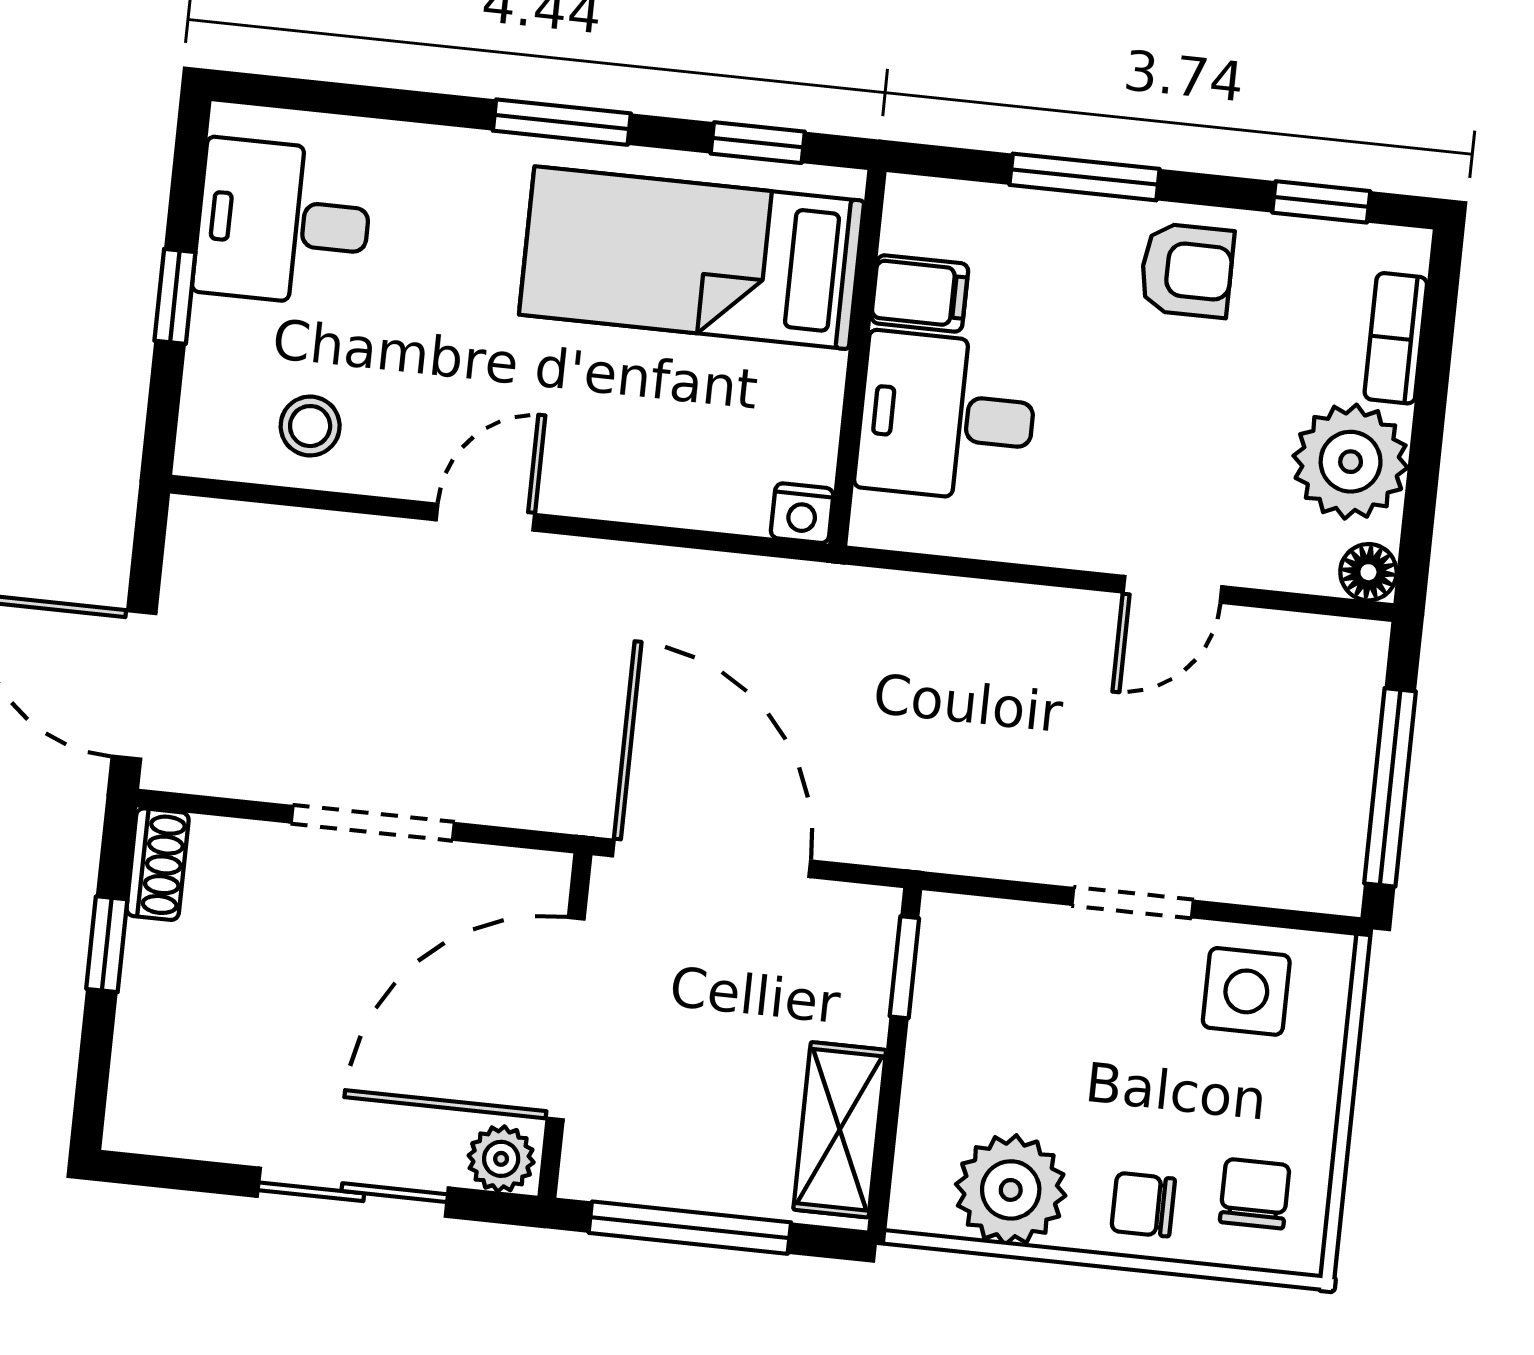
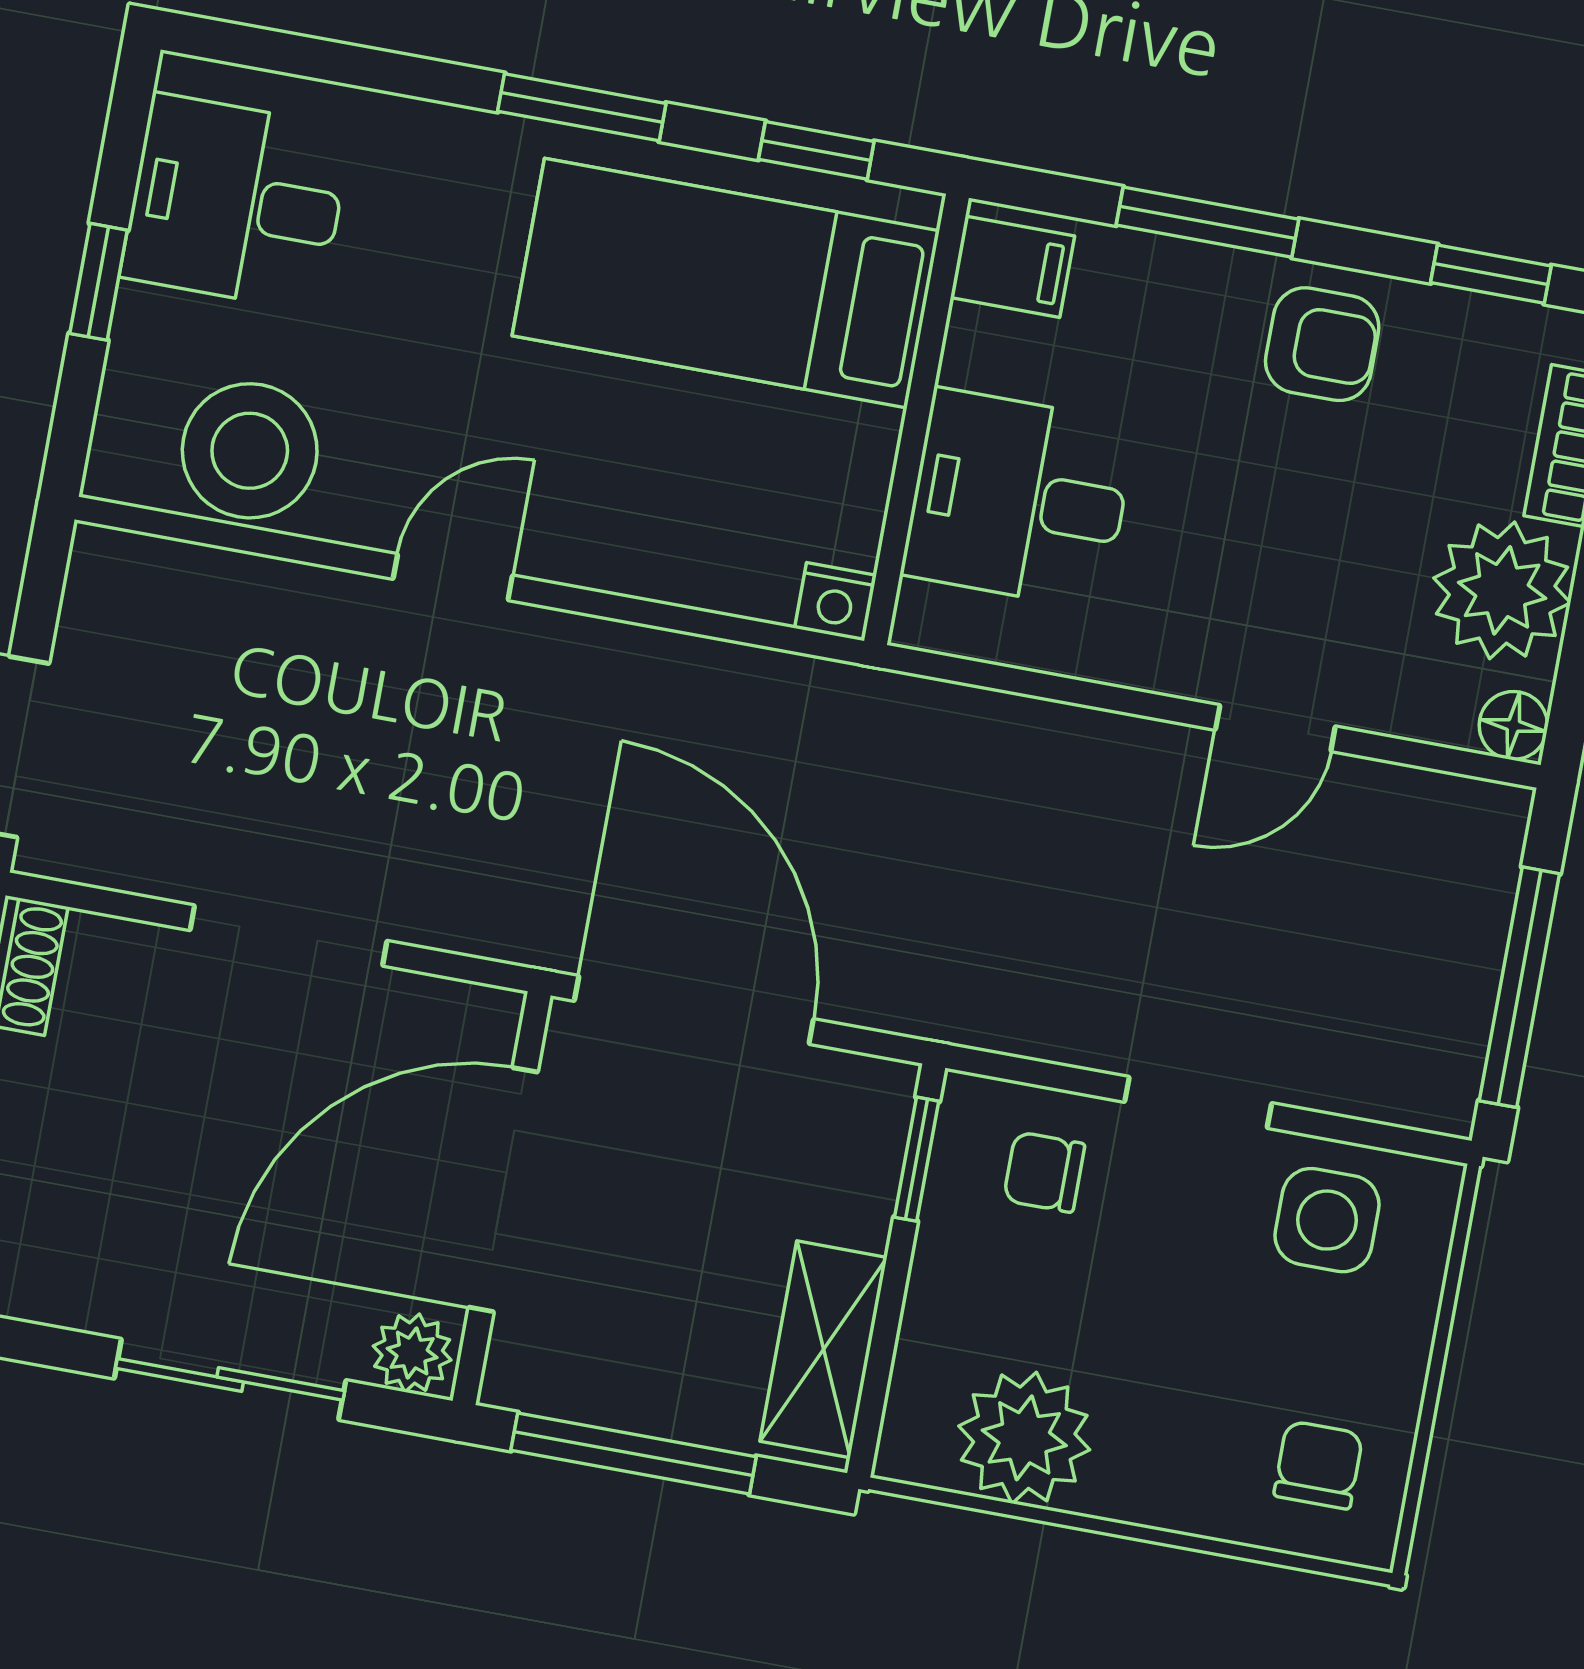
filing cabinet: (920, 293) -> (1012, 267), moved
stool: (310, 426) -> (250, 451), width x1.89, depth x1.89
chair: (1143, 1205) -> (1044, 1172), moved

